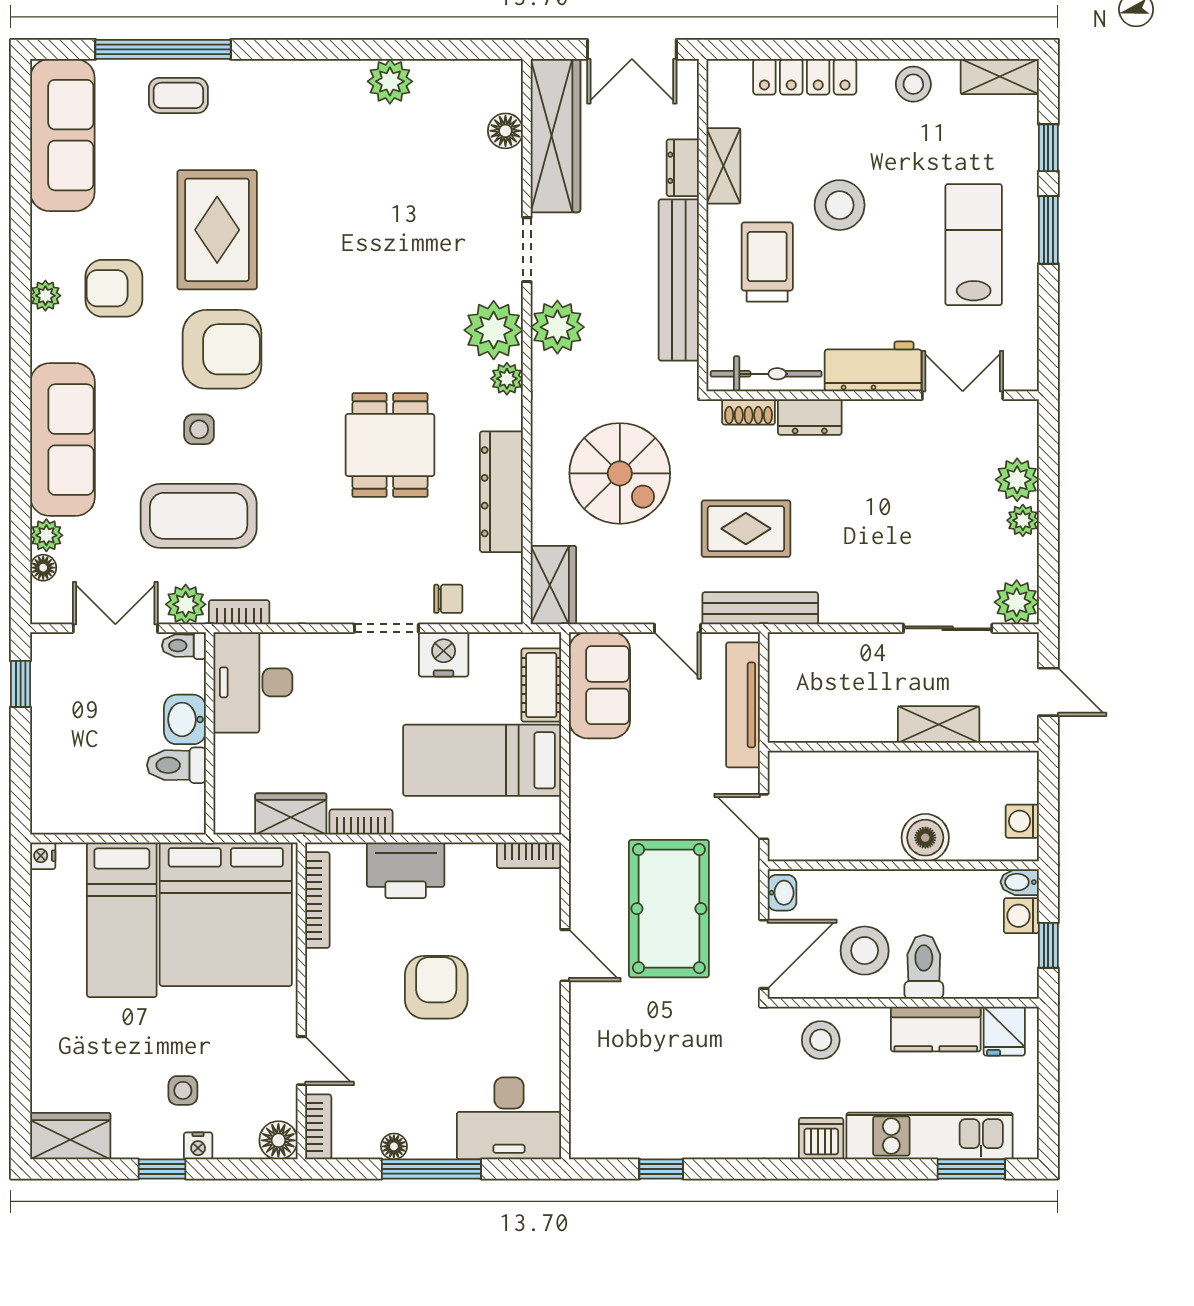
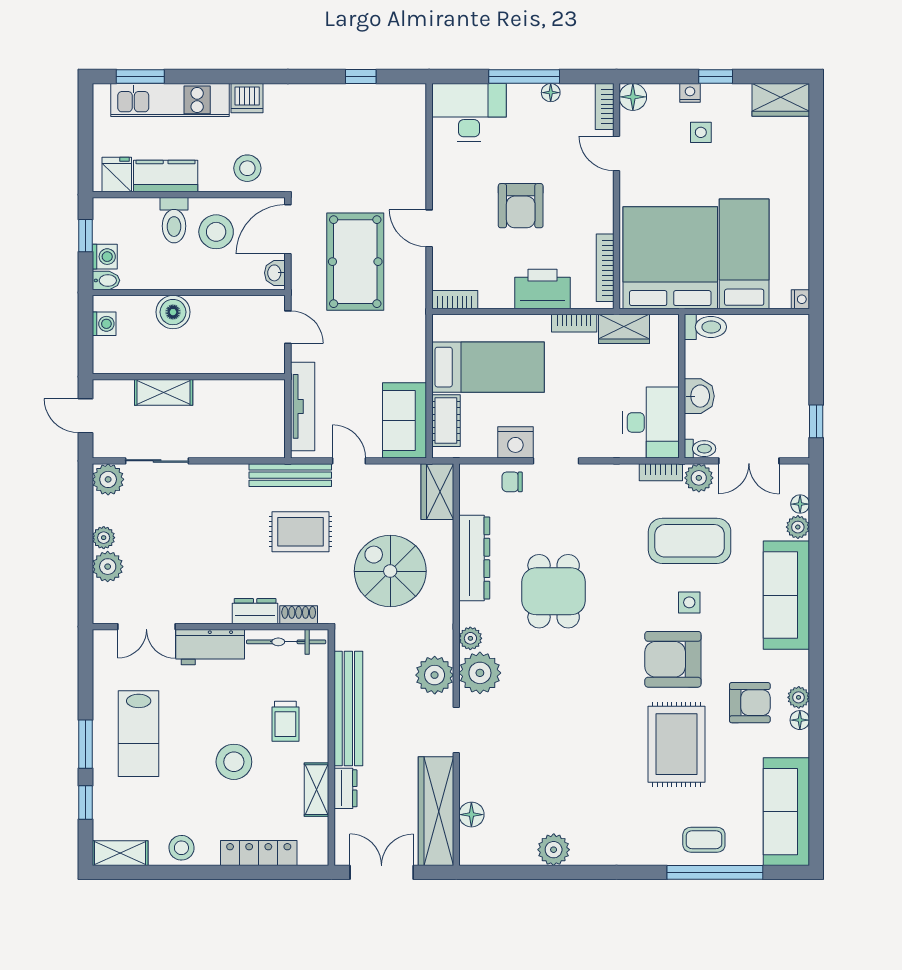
trolley: (767, 262) -> (285, 721), width x0.73, depth x0.72
floor lamp: (44, 264) -> (800, 720), added
toilet: (176, 765) -> (705, 327), moved

